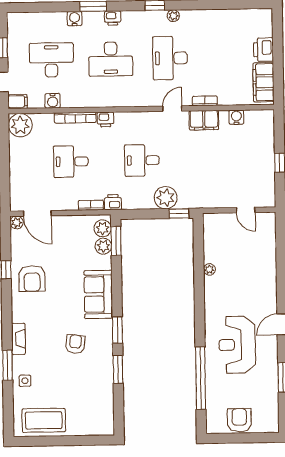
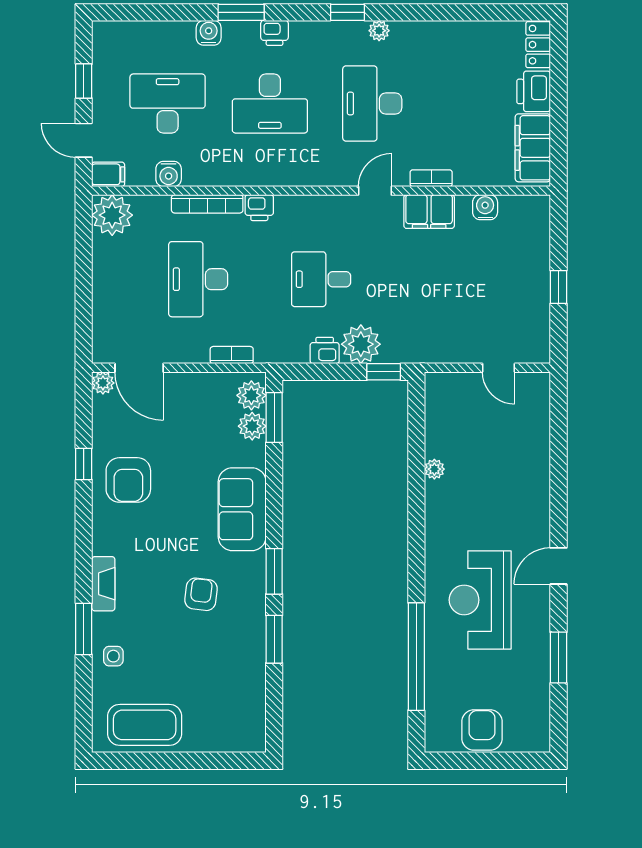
locker: (266, 22) -> (538, 45), added
desk: (71, 162) -> (198, 279), width x1.37
printer: (113, 202) -> (325, 350), moved

